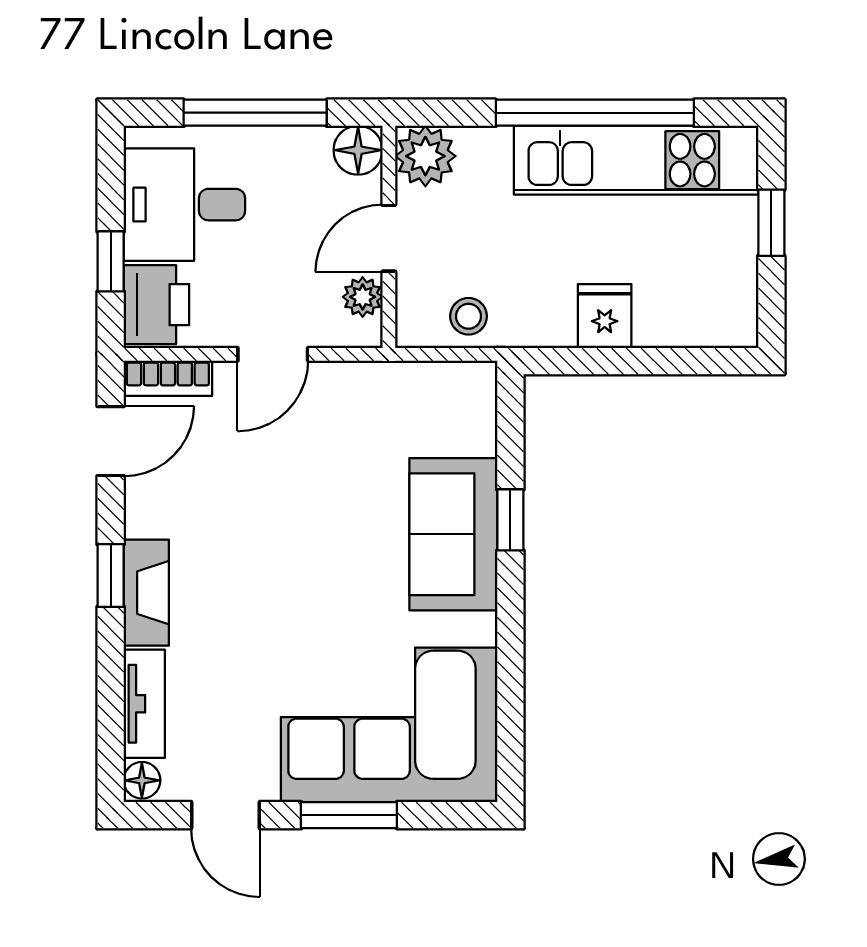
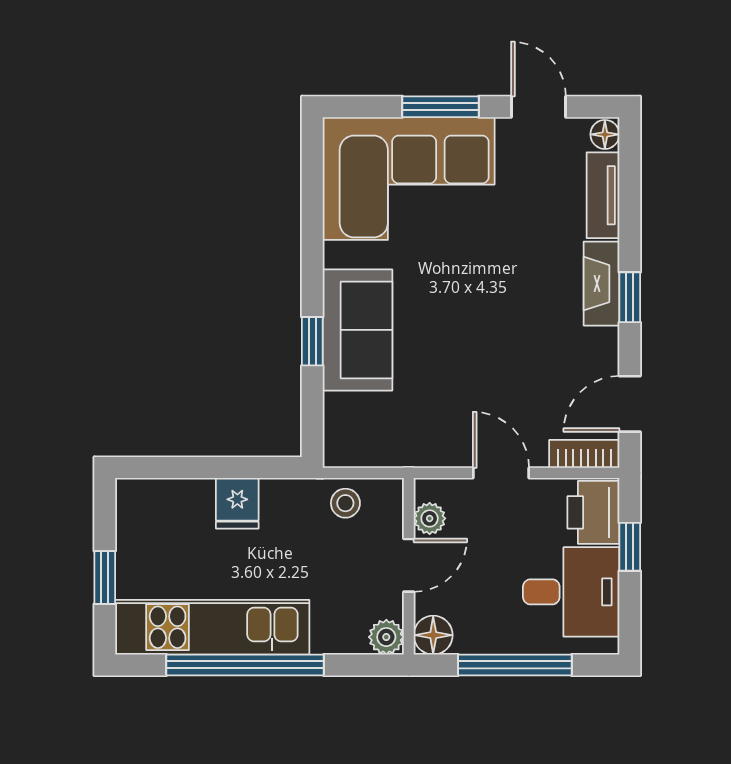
plant: (425, 156) -> (386, 637), width x0.73, depth x0.73
door: (273, 354) -> (501, 473), hinge flipped

